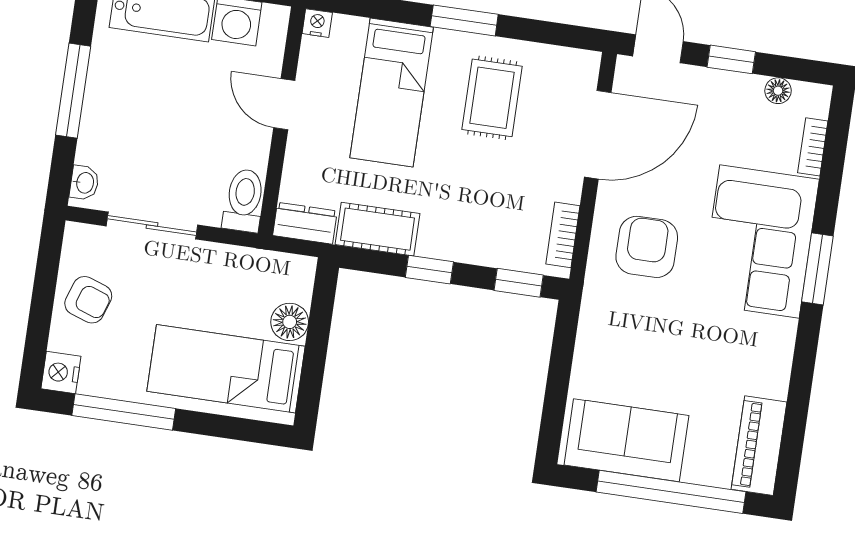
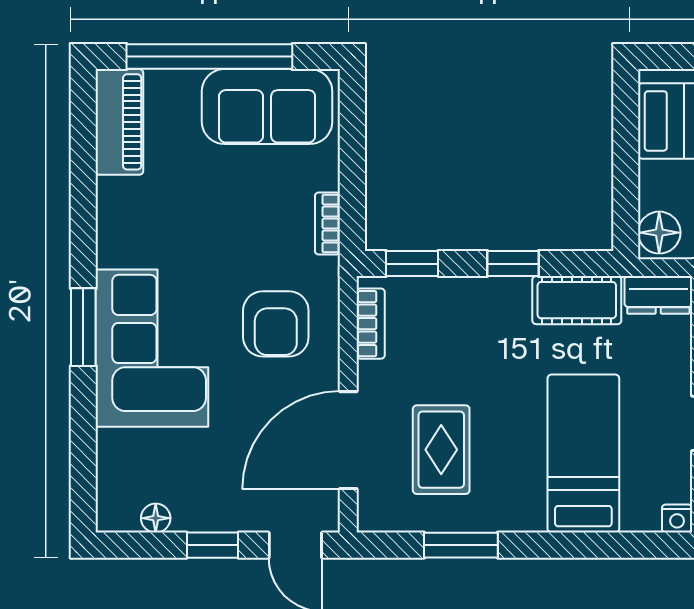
window: (464, 20) -> (461, 545), moved
rug: (492, 98) -> (441, 450), moved
bookcase: (813, 147) -> (328, 223), moved, turned 180
floor lamp: (290, 322) -> (659, 233), moved

